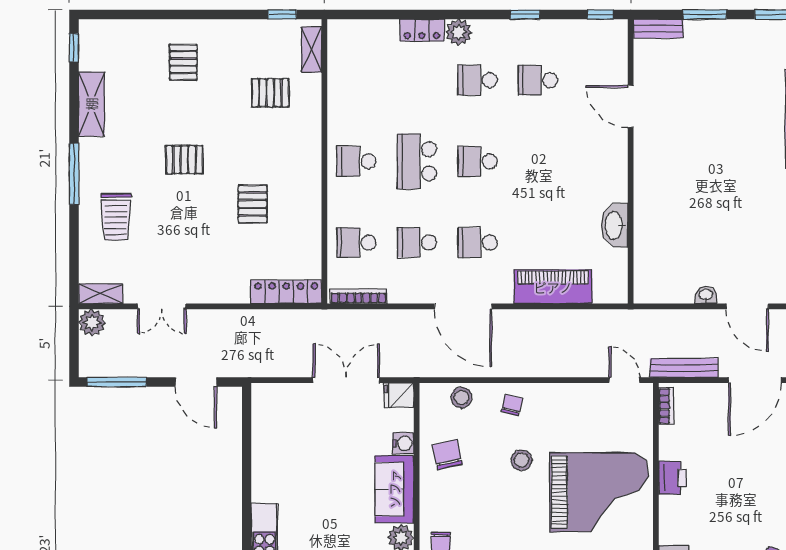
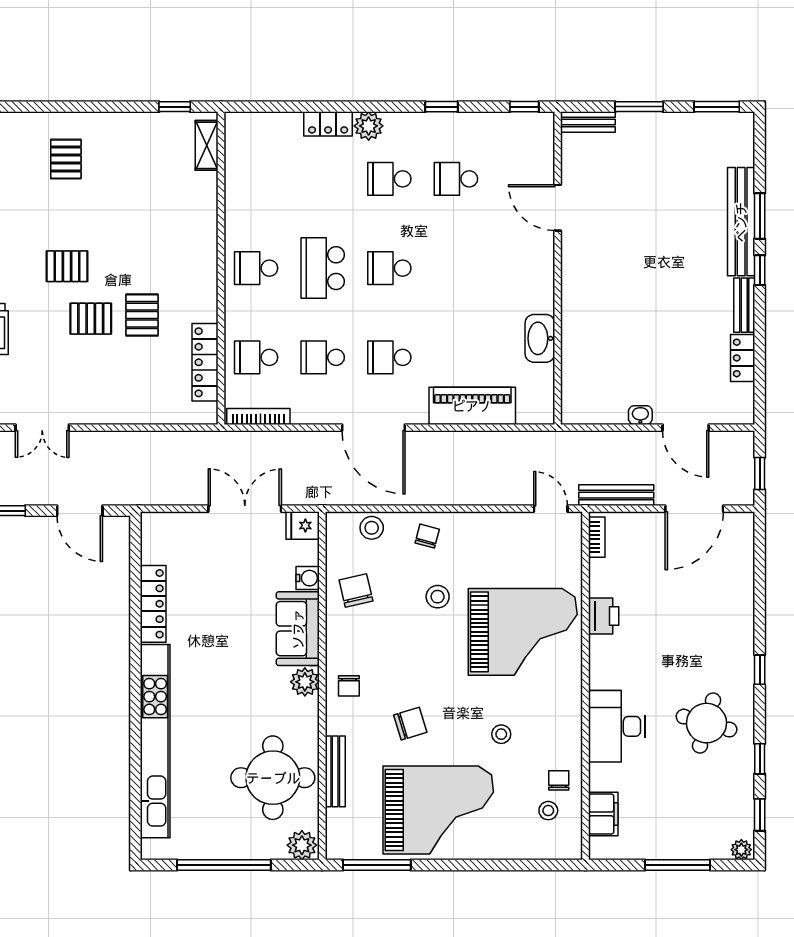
pallet: (270, 93) -> (91, 319), moved
locker: (286, 292) -> (205, 362), moved, turned -90
locker: (263, 467) -> (153, 604), added

